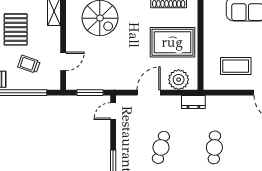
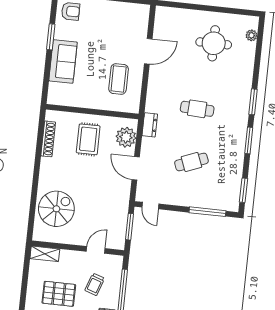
rug: (172, 42) -> (88, 139), width x0.73, depth x0.70
door: (63, 61) -> (96, 250), hinge flipped
cafe table: (161, 147) -> (191, 162), turned -36

